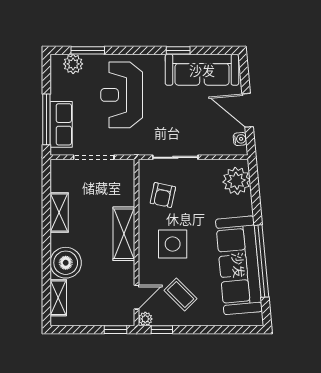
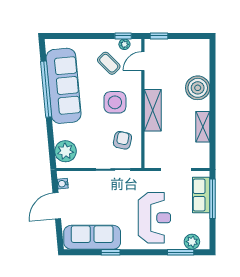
door: (248, 110) -> (57, 206), swing flipped
shelving: (58, 298) -> (203, 61), removed
plant: (145, 319) -> (124, 44), moved

